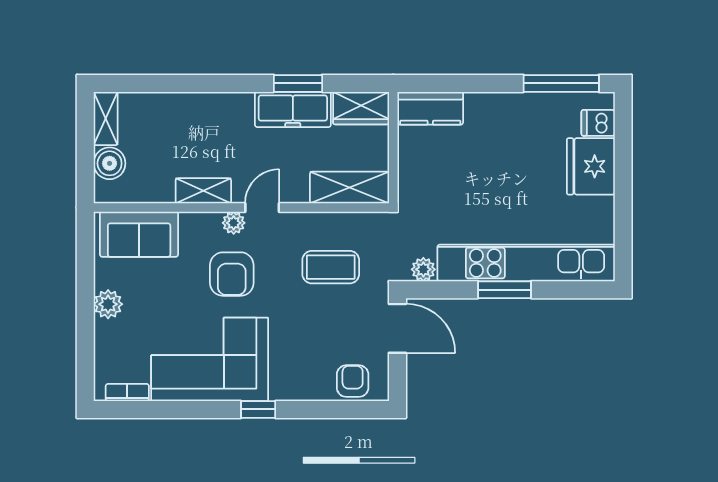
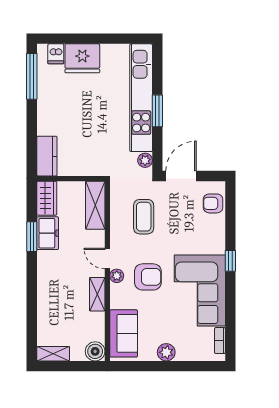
freezer: (293, 109) -> (48, 233), width x0.71
boiler: (110, 163) -> (95, 351), moved

